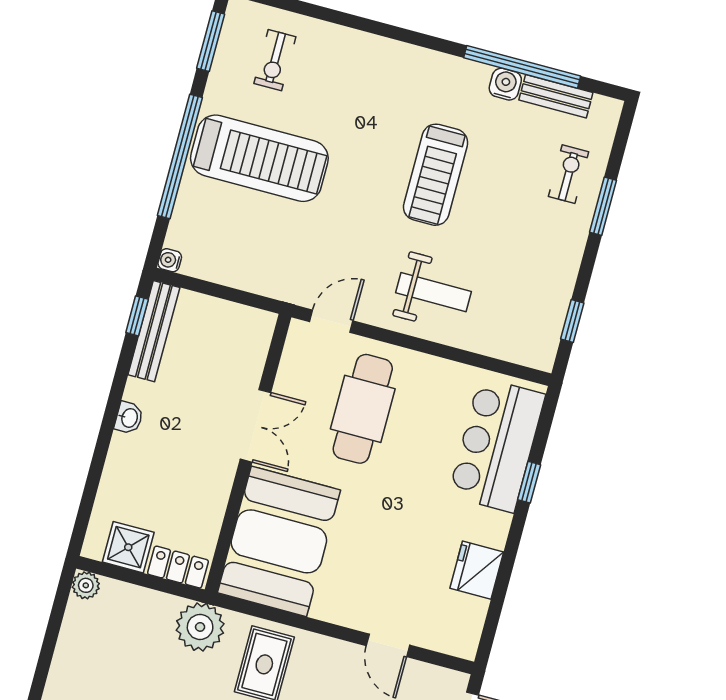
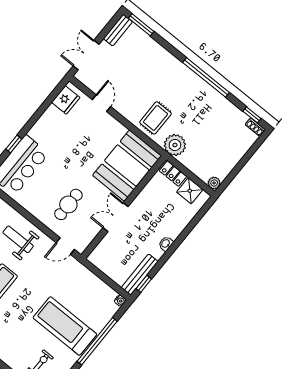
cafe table: (363, 409) -> (68, 204), width x0.73, depth x0.74
fridge: (477, 570) -> (66, 100), moved

